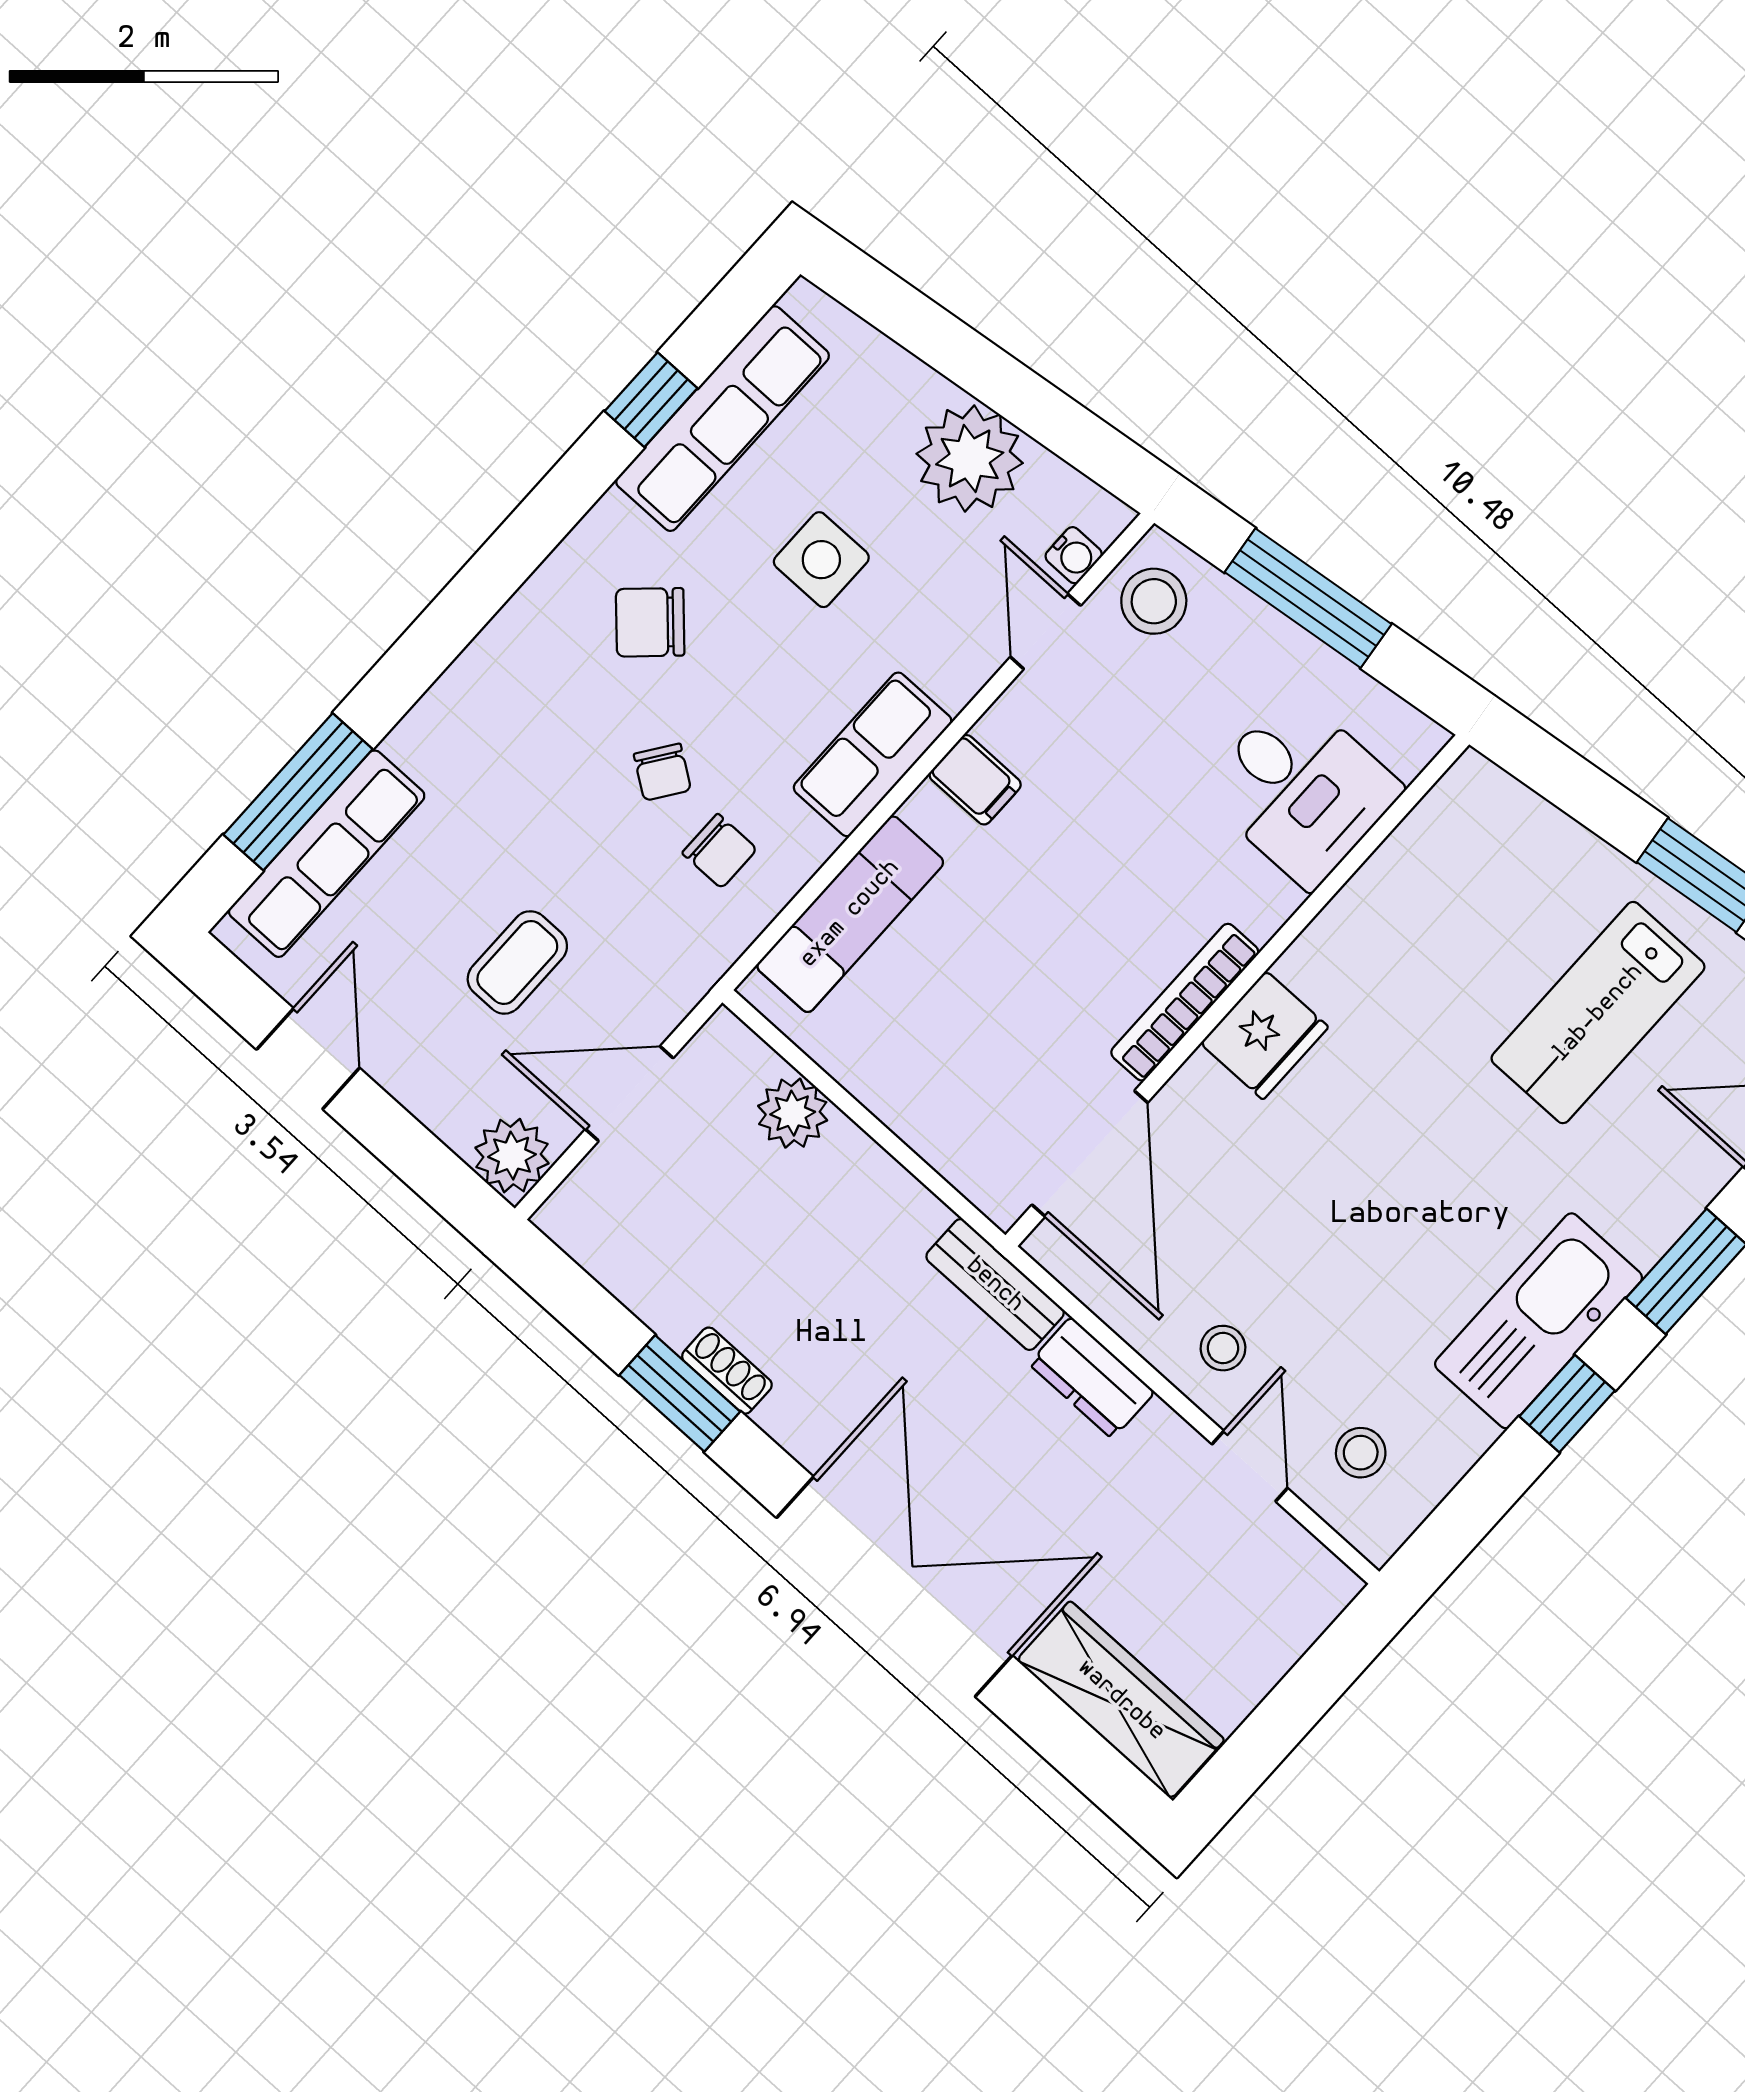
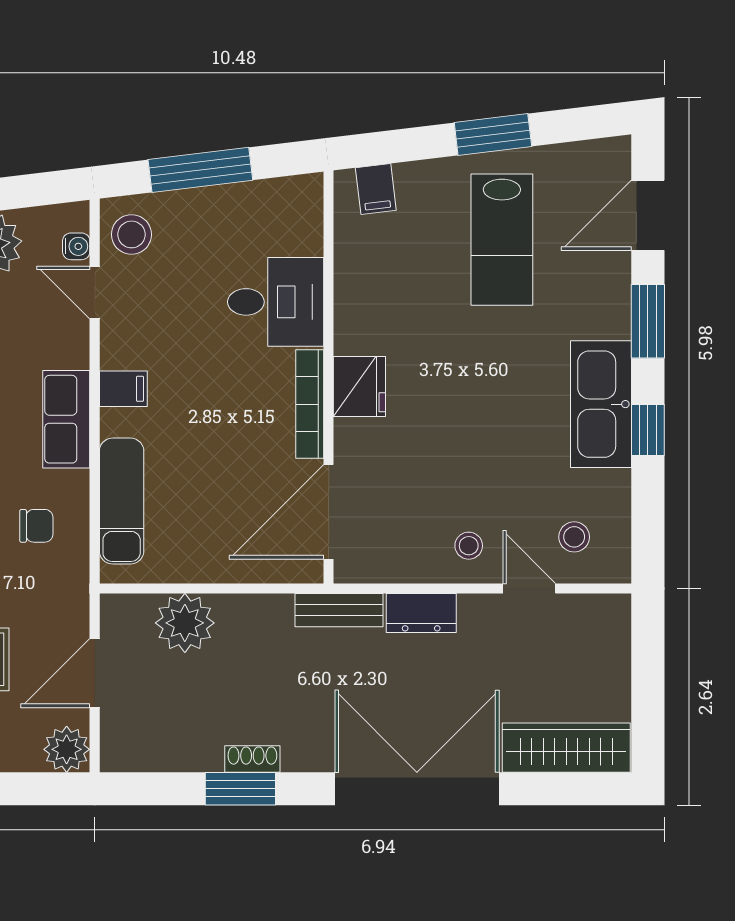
desk: (1301, 790) -> (276, 302), moved
filing cabinet: (1500, 813) -> (376, 189), added
plant: (793, 1113) -> (185, 623), width x1.36, depth x1.36
door: (1090, 1154) -> (329, 512), swing flipped

